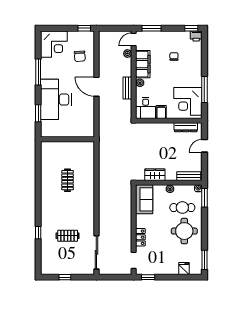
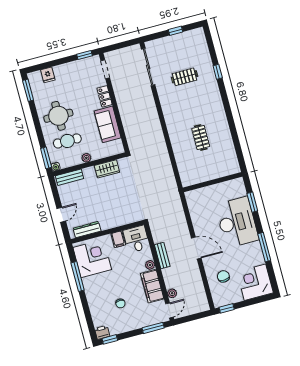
sofa: (144, 199) -> (108, 124), moved

